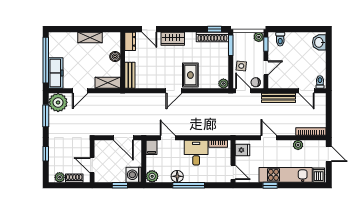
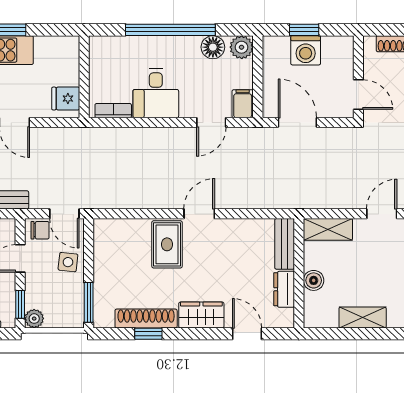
window: (214, 29) -> (148, 334), moved
shoe rack: (212, 37) -> (146, 318), moved
dresser: (130, 41) -> (284, 289), moved
plant: (223, 84) -> (103, 228), removed
door: (168, 138) -> (211, 122), hinge flipped
door: (92, 165) -> (358, 95), moved
door: (233, 172) -> (84, 55), removed
washing machine: (134, 175) -> (306, 50), moved, turned 90
floor lamp: (177, 176) -> (213, 47), moved
window: (189, 185) -> (170, 30), width x1.46

